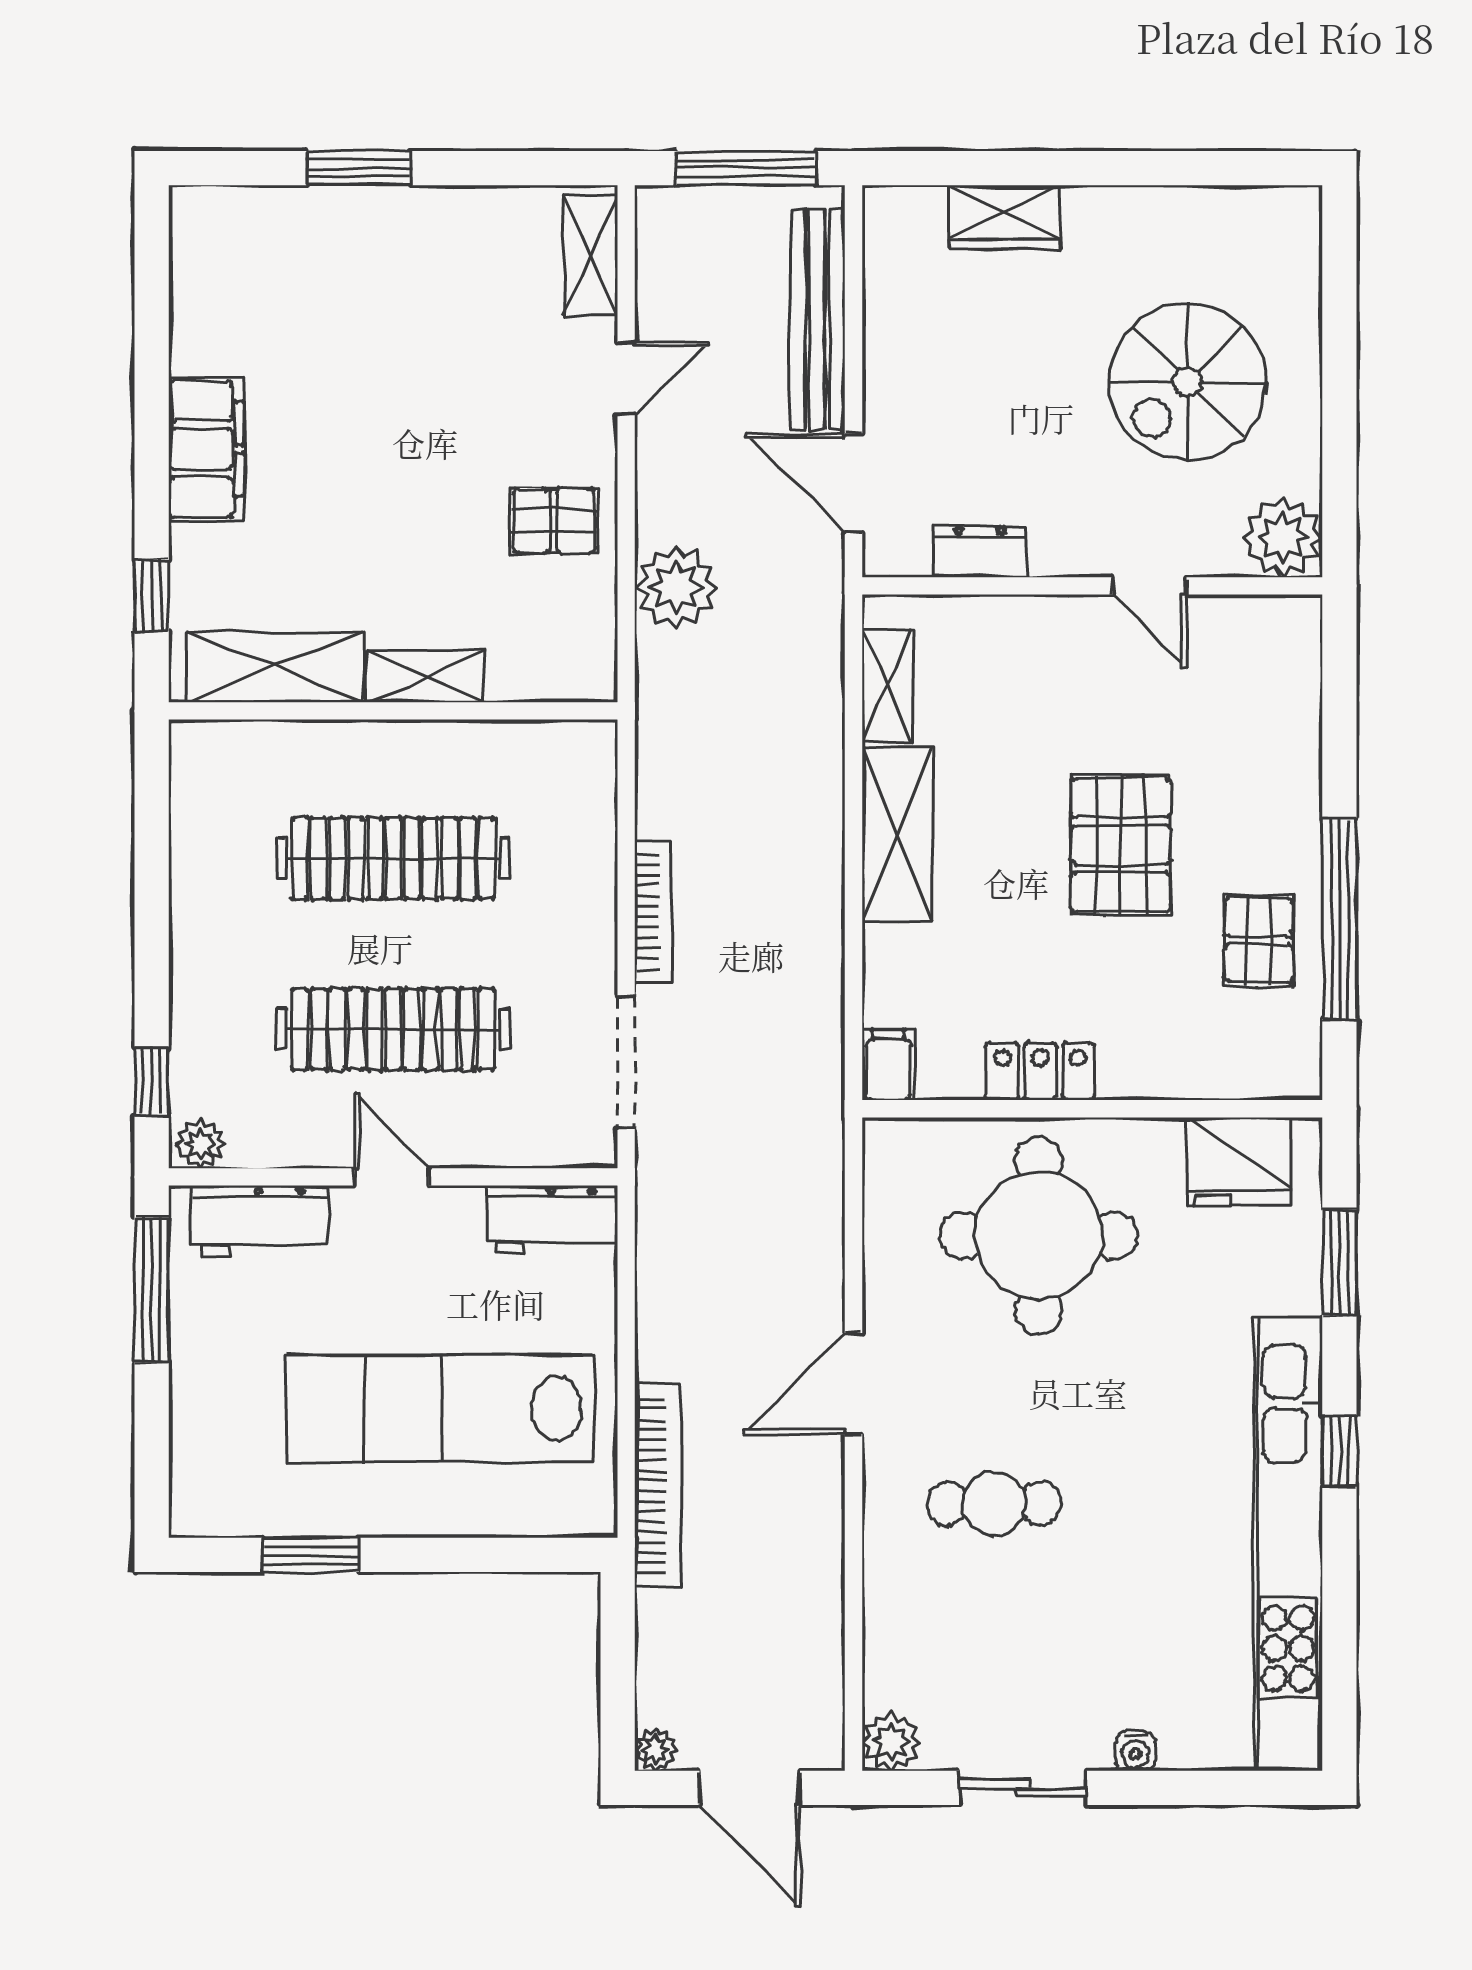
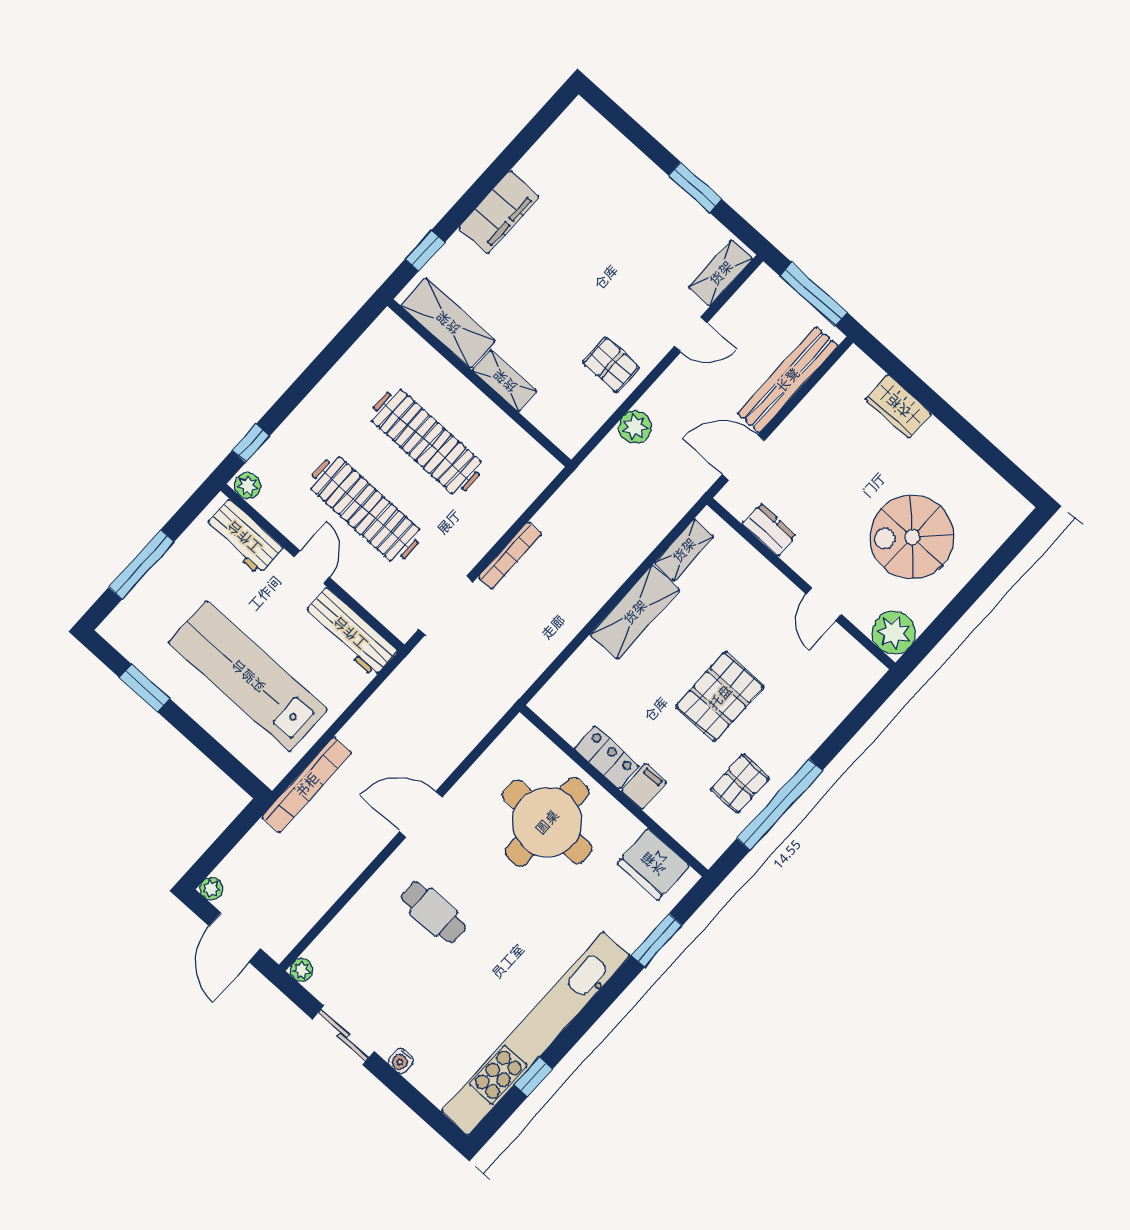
window: (359, 168) -> (695, 187), moved
door: (854, 483) -> (743, 457), hinge flipped
plant: (676, 588) -> (635, 427), width x0.73, depth x0.73
filing cabinet: (888, 1065) -> (644, 787), moved
workbench: (552, 1219) -> (350, 633), width x1.38
window: (152, 1290) -> (141, 564), moved
window: (1339, 1451) -> (533, 1077), moved
plant: (891, 1742) -> (302, 970), width x0.73, depth x0.73

